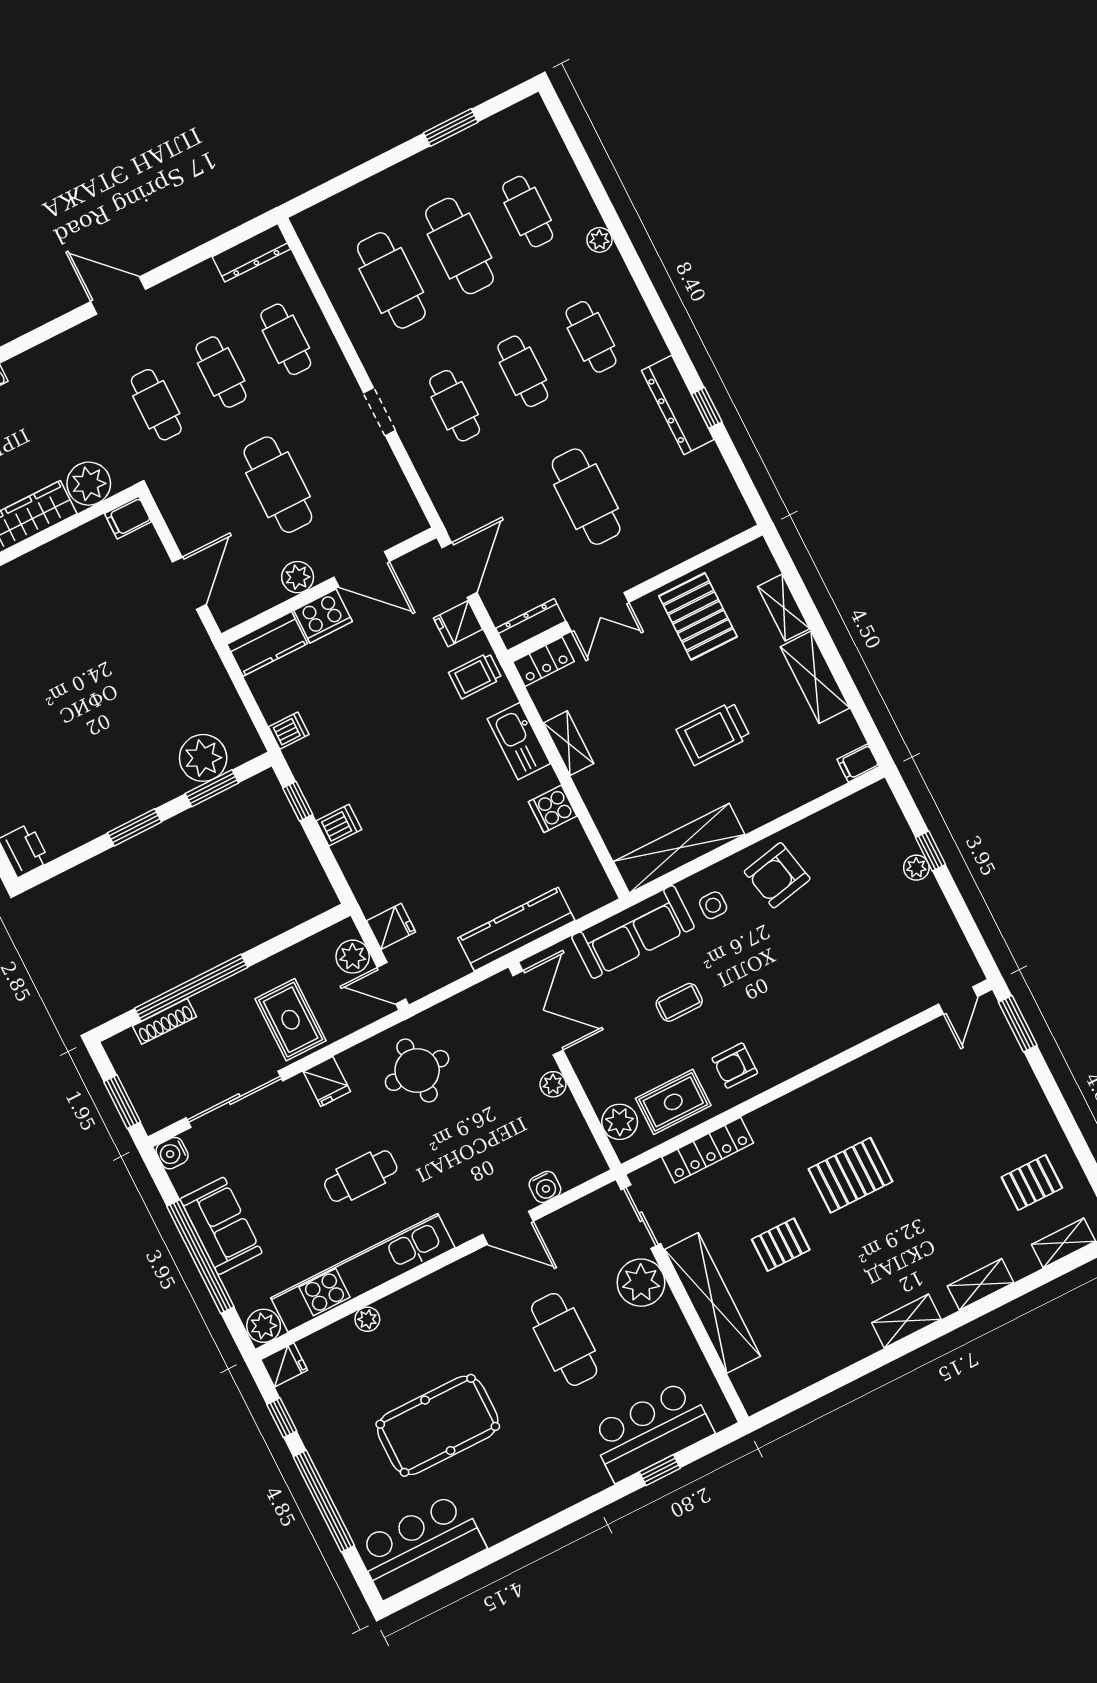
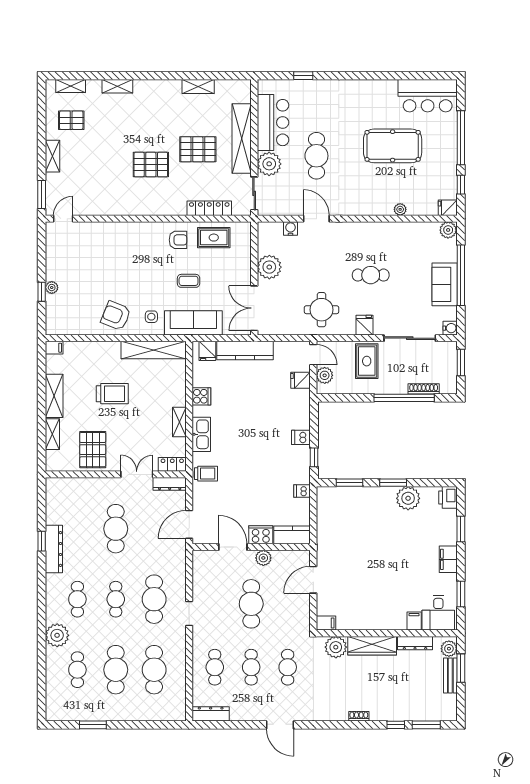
plant: (599, 240) -> (57, 635), width x1.88, depth x1.88
cafe table: (455, 406) -> (154, 599), width x1.37, depth x1.35
fridge: (458, 624) -> (207, 351), moved, turned 90
plant: (203, 758) -> (408, 498), moved
armchair: (777, 875) -> (116, 316), turned -146
plant: (553, 1084) -> (269, 267), width x1.87, depth x1.87
shelving: (1033, 1102) -> (53, 156), added
plant: (620, 1122) -> (242, 241), removed
pallet: (781, 1245) -> (198, 149), width x1.50, depth x1.42
kitchen unit: (363, 1273) -> (392, 231), removed
shelving: (906, 1321) -> (198, 87), moved
bar counter: (651, 1431) -> (273, 123), moved, turned -90

